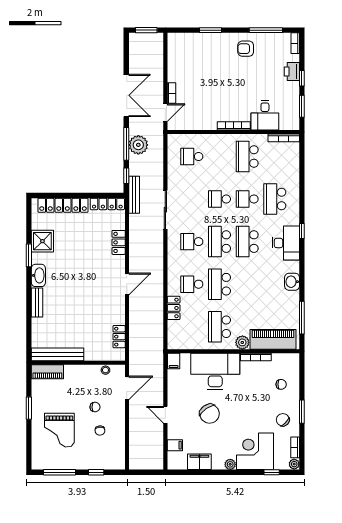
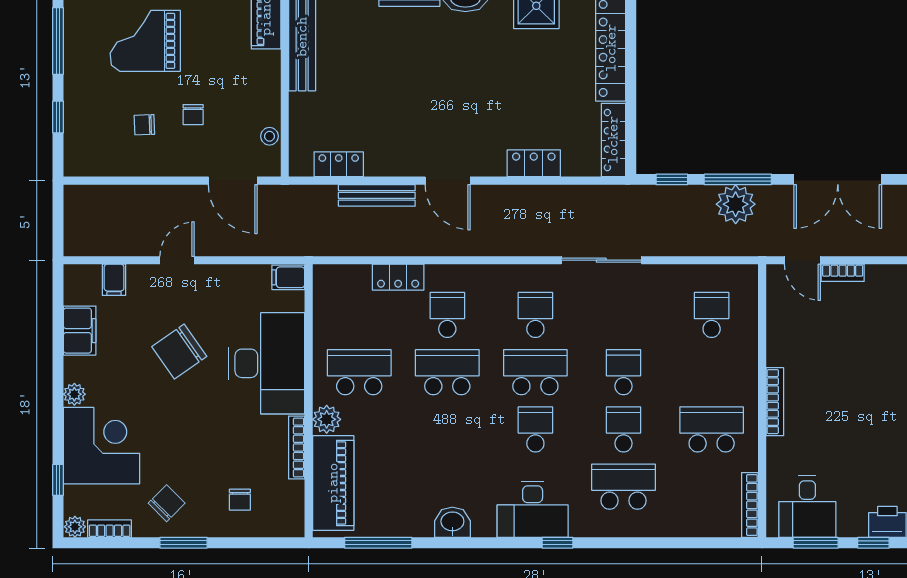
desk: (265, 115) -> (807, 507), moved, turned -90
bench: (134, 195) -> (377, 195), moved
school desk: (247, 242) -> (535, 429), width x0.54

